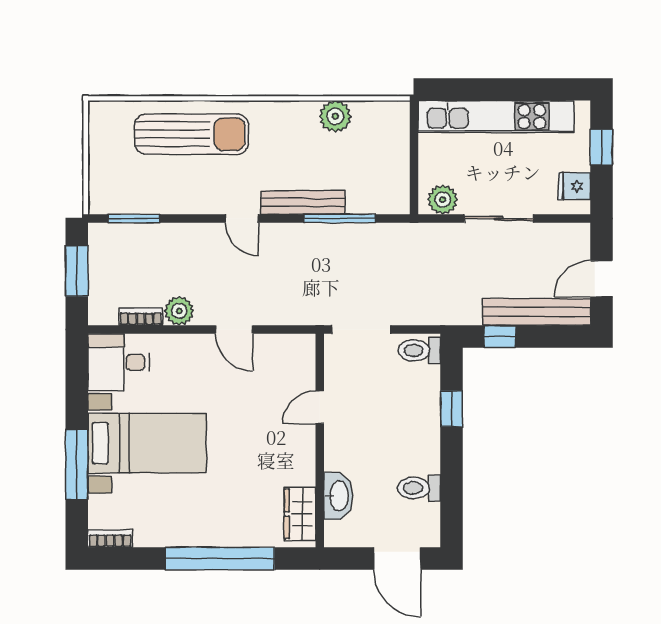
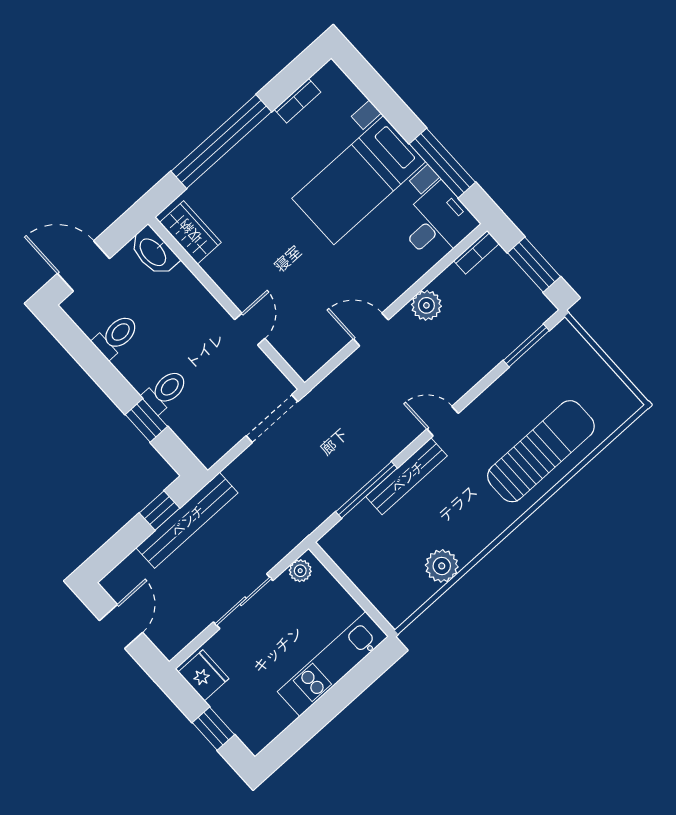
kitchen unit: (496, 117) -> (333, 664), width x0.73
sun lounger: (191, 134) -> (541, 451), turned 180
fridge: (574, 186) -> (204, 675), width x1.38
plant: (443, 200) -> (300, 571), width x0.73, depth x0.73
bench: (537, 312) -> (187, 520), moved
bookcase: (141, 317) -> (476, 252), moved
toilet: (419, 350) -> (165, 391), moved
window: (77, 464) -> (442, 163), moved
washbasin: (338, 496) -> (154, 252), moved
bookcase: (110, 539) -> (298, 101), moved

